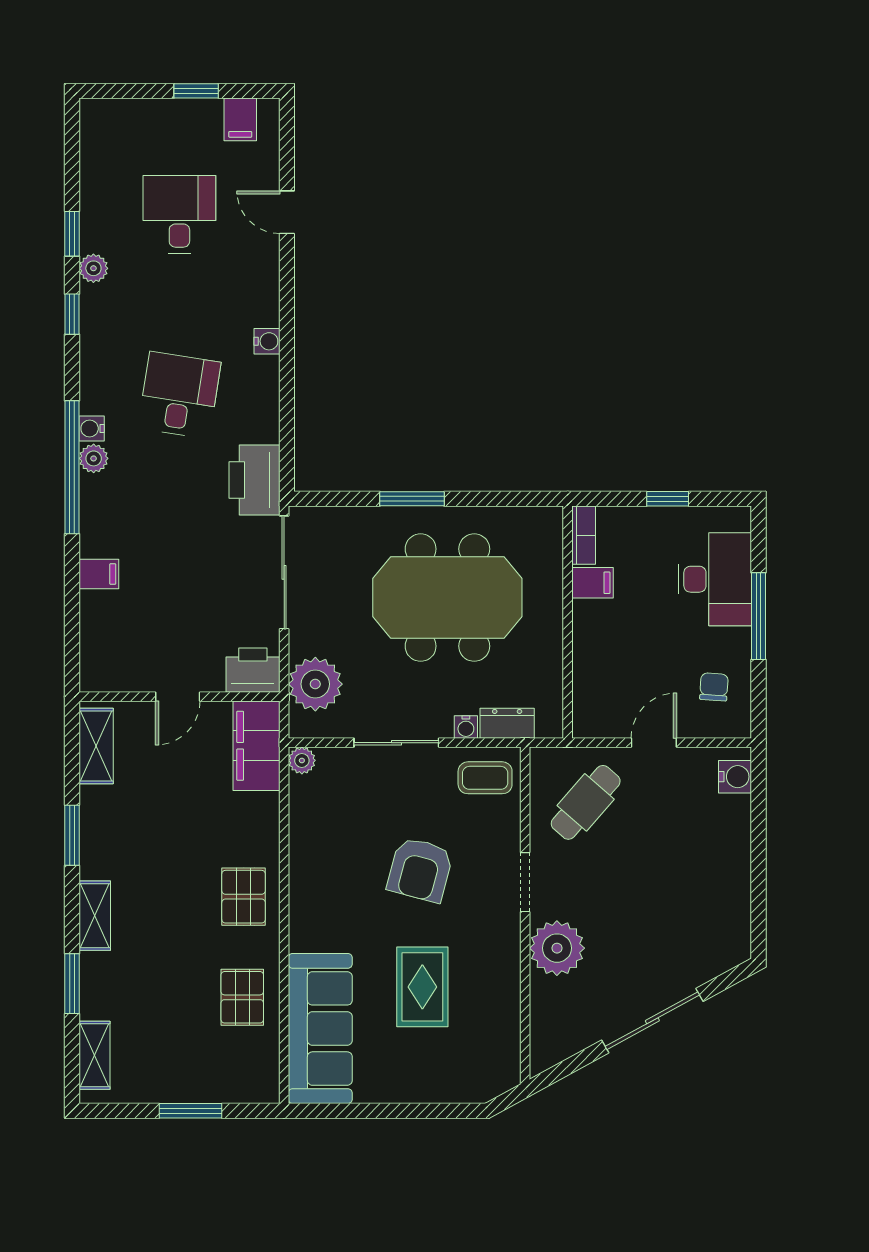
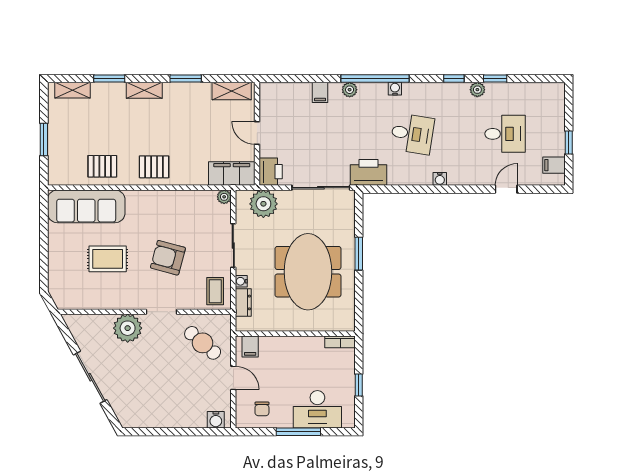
plant: (94, 458) -> (350, 90), moved
filing cabinet: (593, 583) -> (250, 346), moved
chair: (714, 687) -> (262, 409), turned 86

